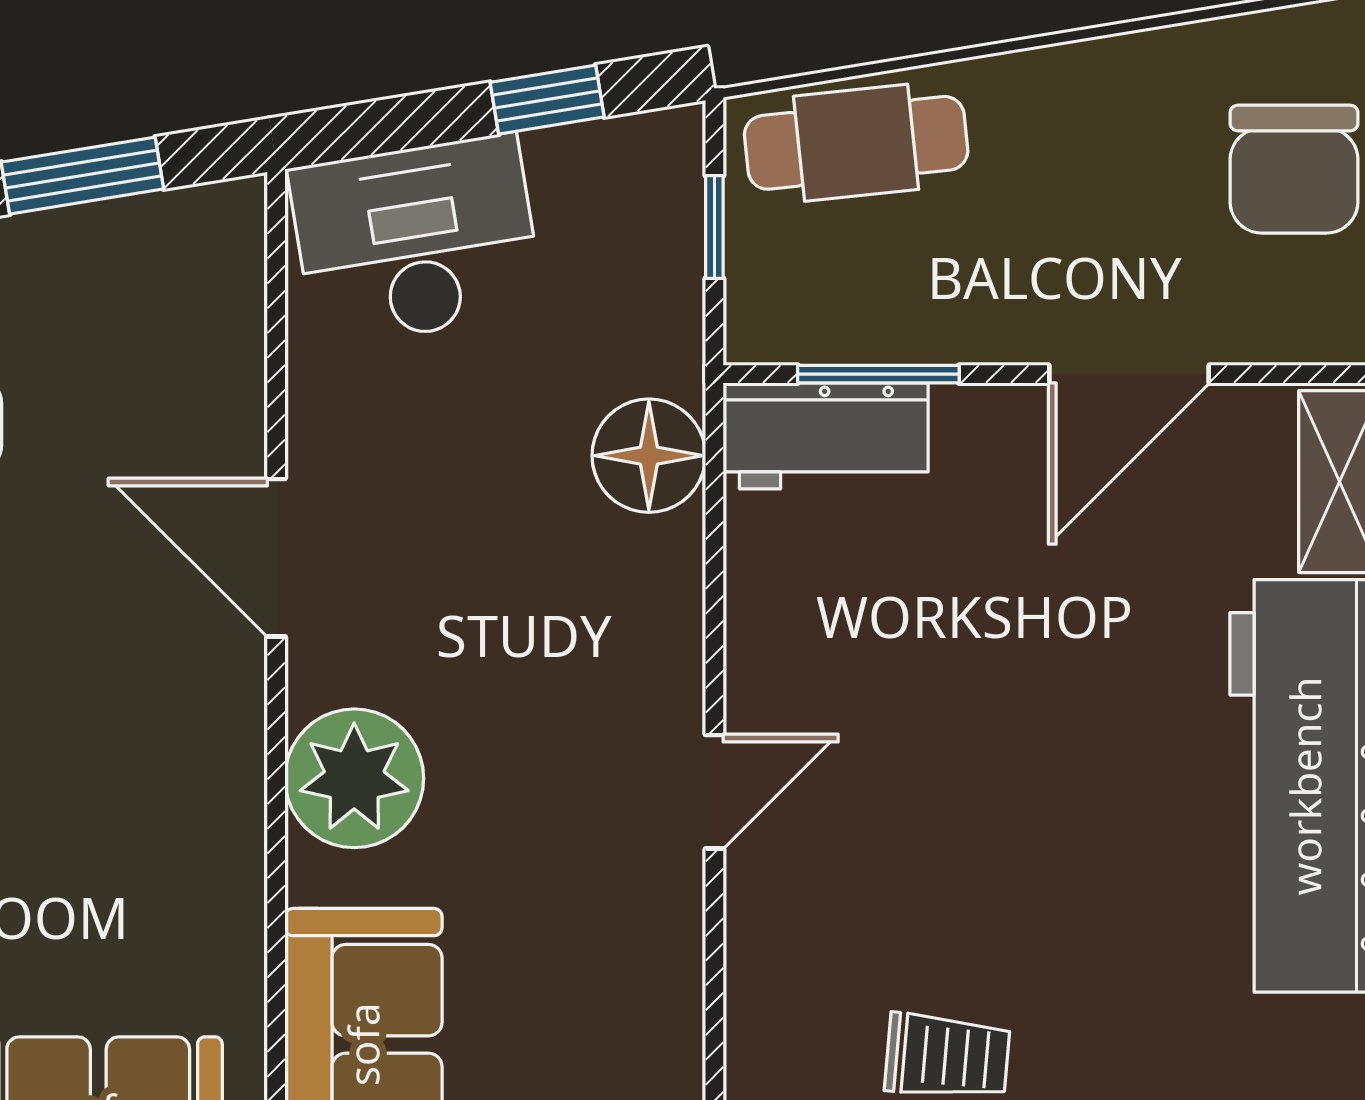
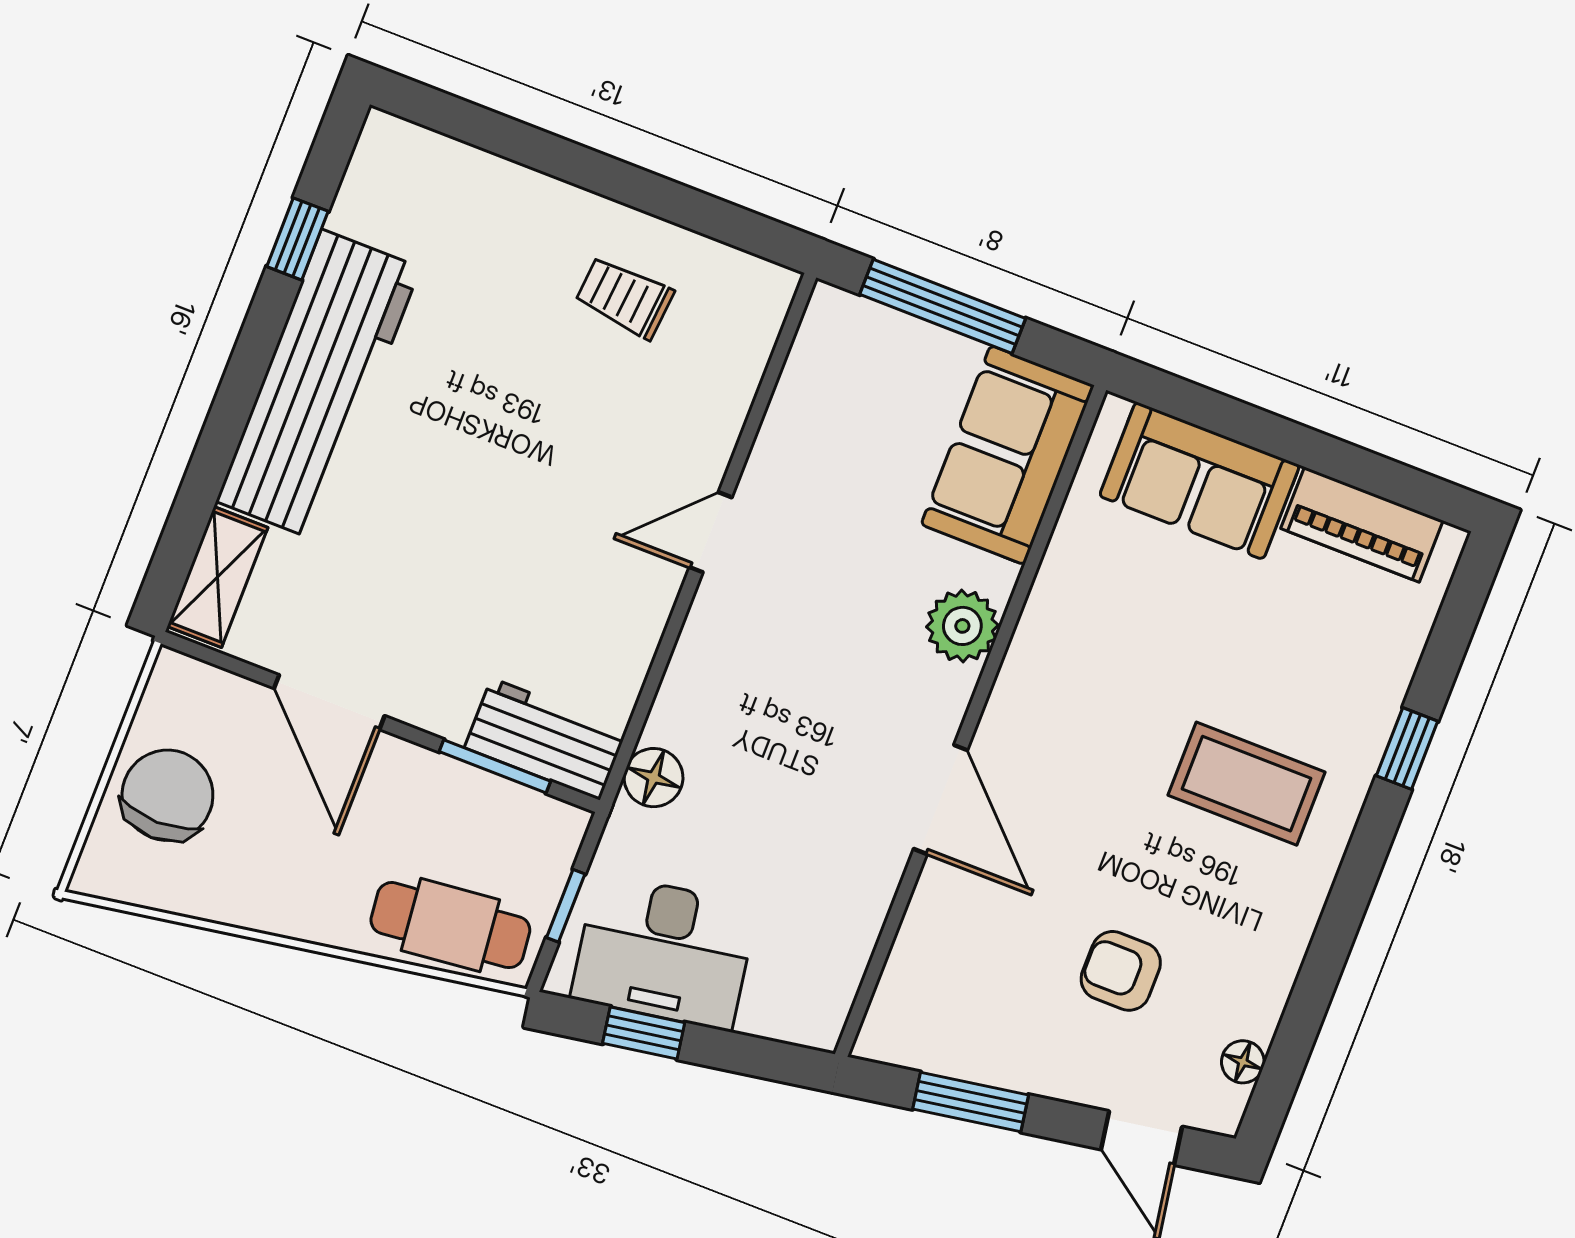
desk: (416, 241) -> (664, 952), moved
door: (1129, 374) -> (329, 702), swing flipped
floor lamp: (649, 456) -> (654, 778), width x0.73, depth x0.73
plant: (354, 778) -> (962, 626), width x0.73, depth x0.73

